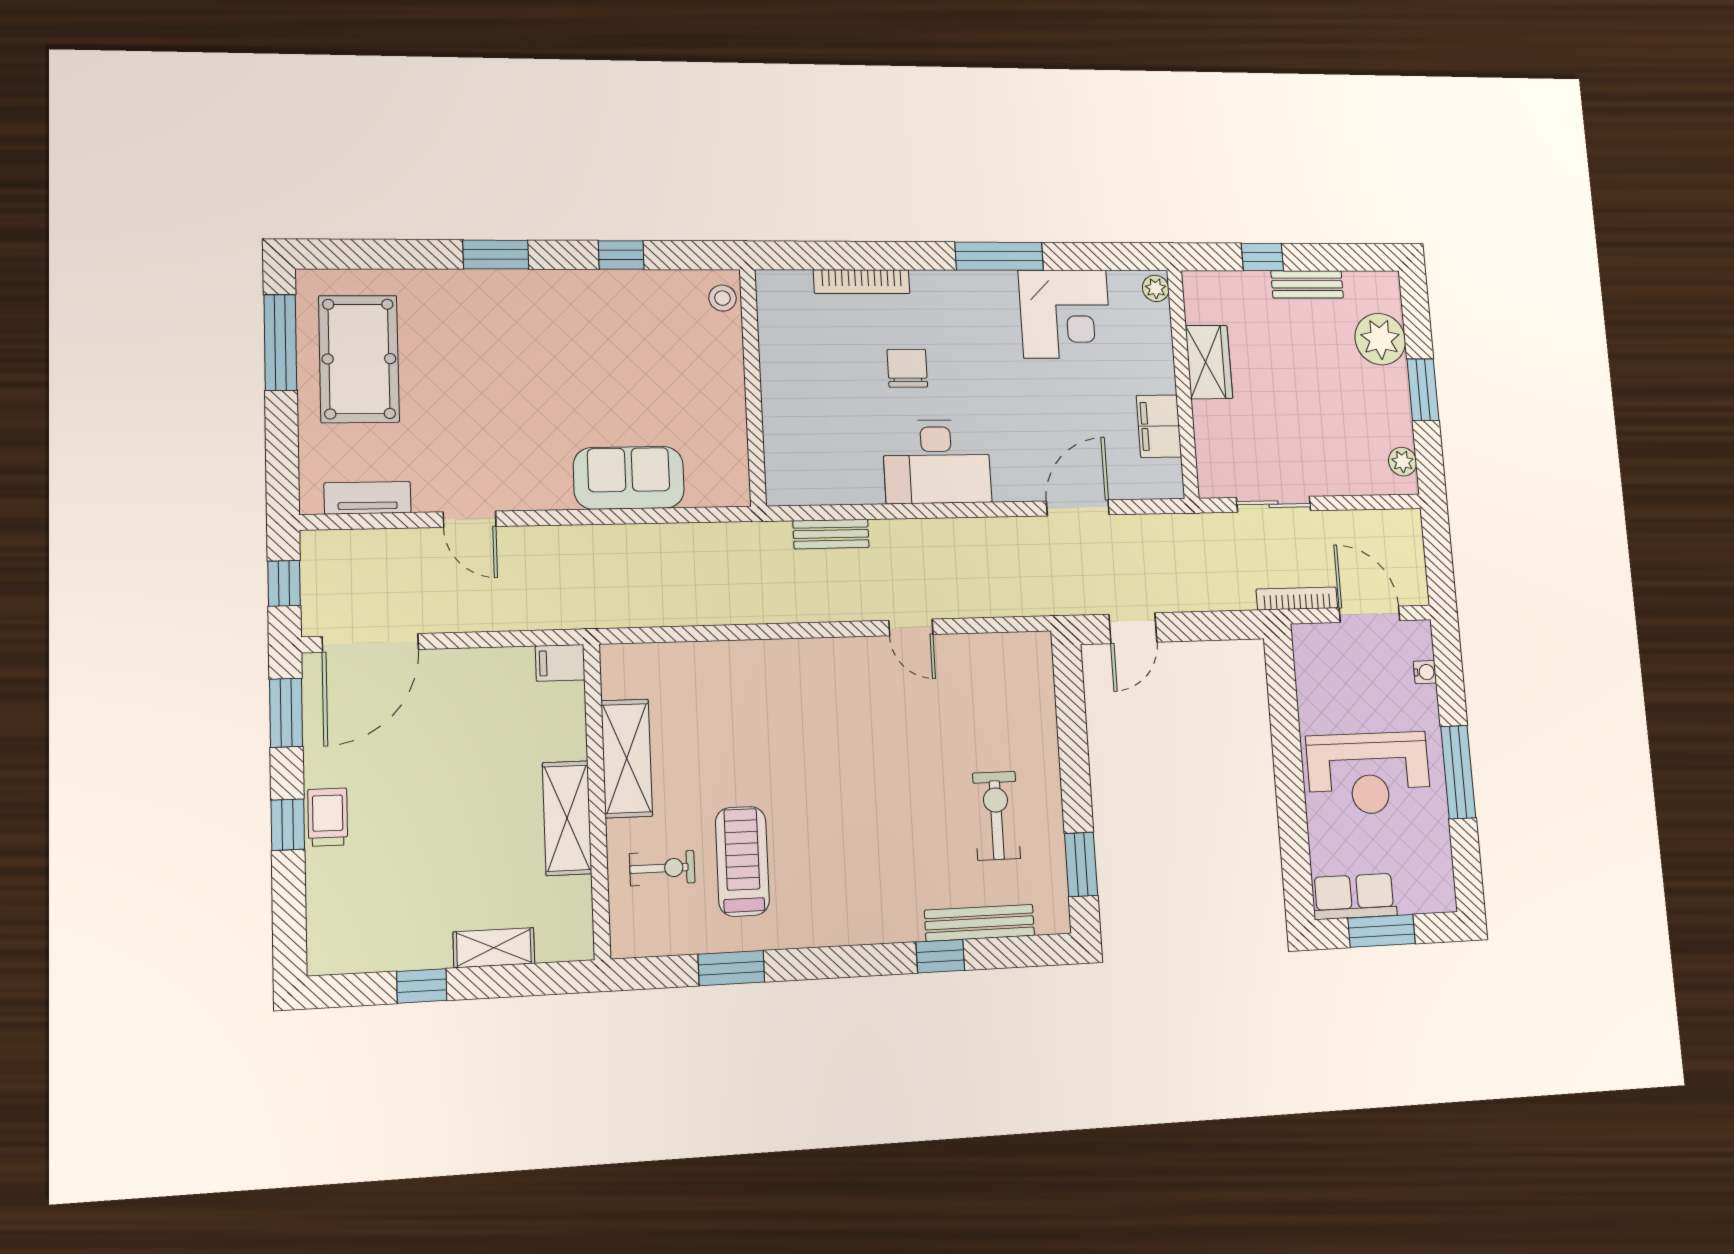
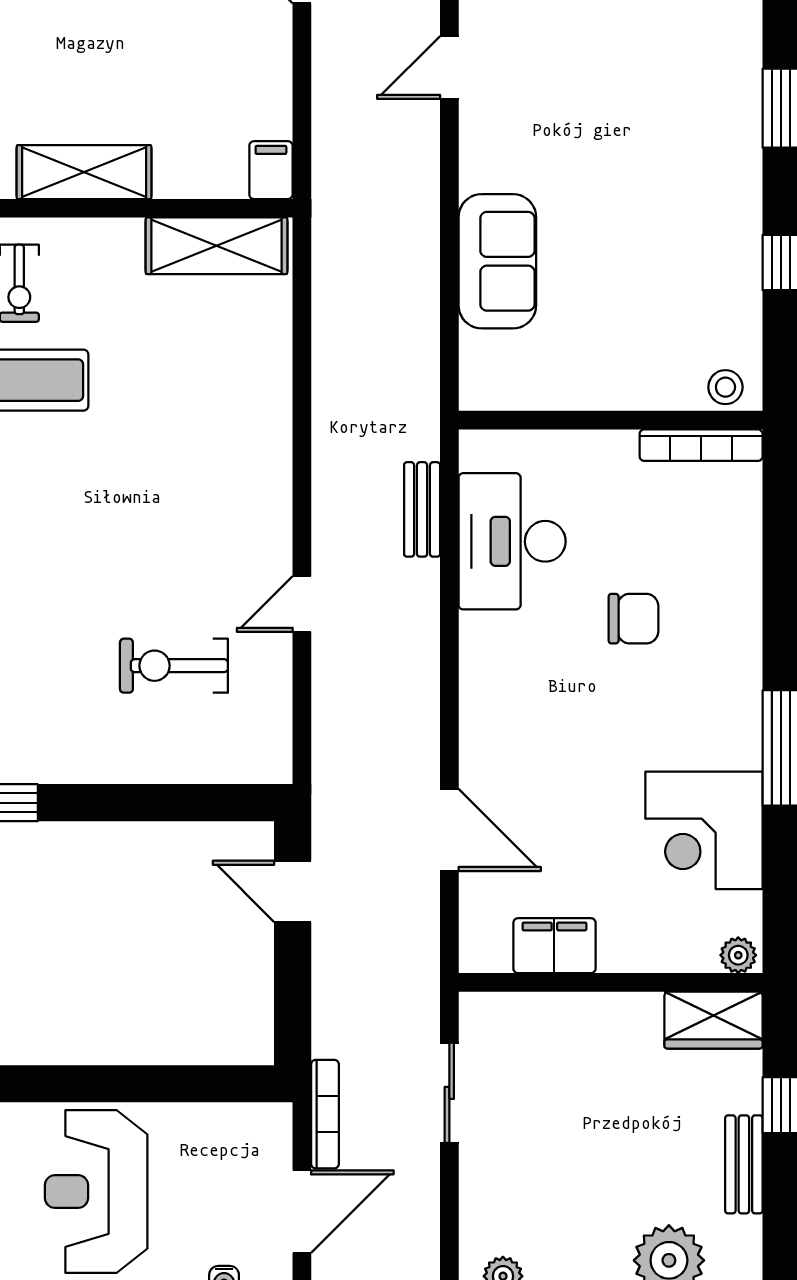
bookcase: (862, 282) -> (701, 445), moved, turned -90
wardrobe: (1209, 362) -> (713, 1020), moved
desk: (937, 462) -> (512, 541), moved
shelving: (627, 758) -> (216, 246), moved
exercise bike: (996, 816) -> (174, 666), moved, turned 180

